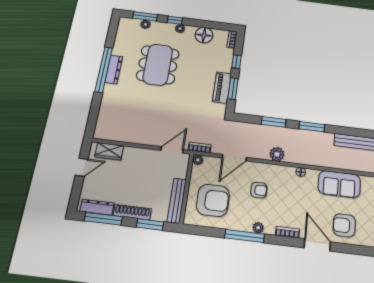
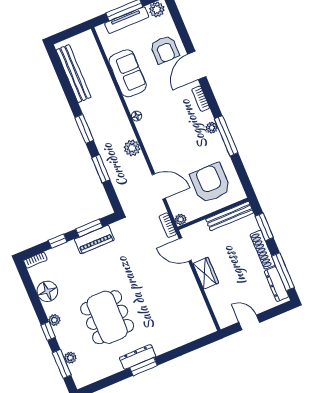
dining table: (158, 65) -> (107, 317), turned 90
window: (104, 70) -> (143, 367), width x0.47
wardrobe: (109, 151) -> (206, 273), moved
armchair: (259, 190) -> (177, 146), removed

